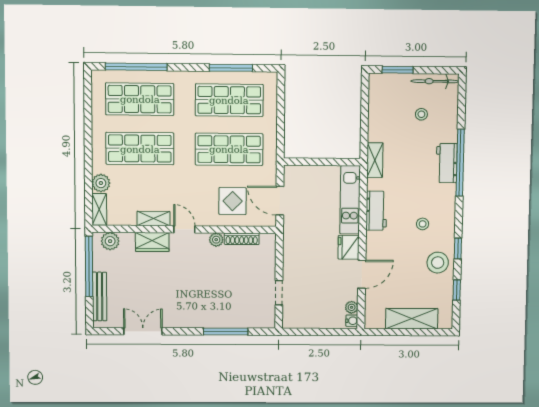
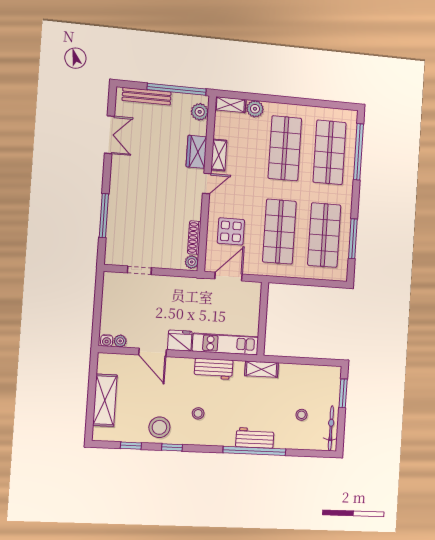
plant: (216, 240) -> (192, 262), moved

